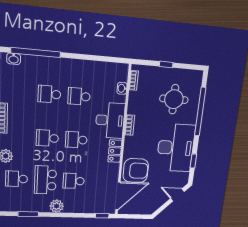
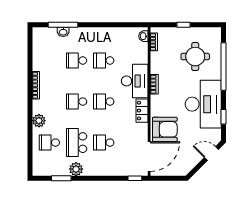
window: (36, 52) -> (63, 25), width x0.68
washbasin: (14, 59) -> (63, 32), moved
washbasin: (122, 88) -> (143, 36), moved
plant: (57, 206) -> (76, 169), moved

